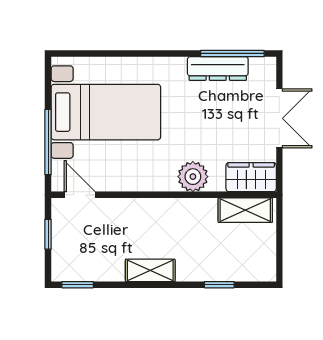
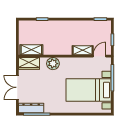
dresser: (218, 68) -> (31, 108), moved
door: (80, 195) -> (100, 56), swing flipped
shelving: (150, 270) -> (83, 50), moved

